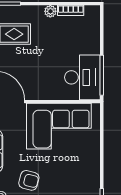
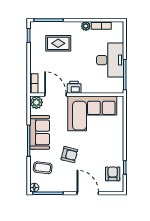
desk: (82, 77) -> (110, 60), moved
printer: (35, 92) -> (74, 87), added

